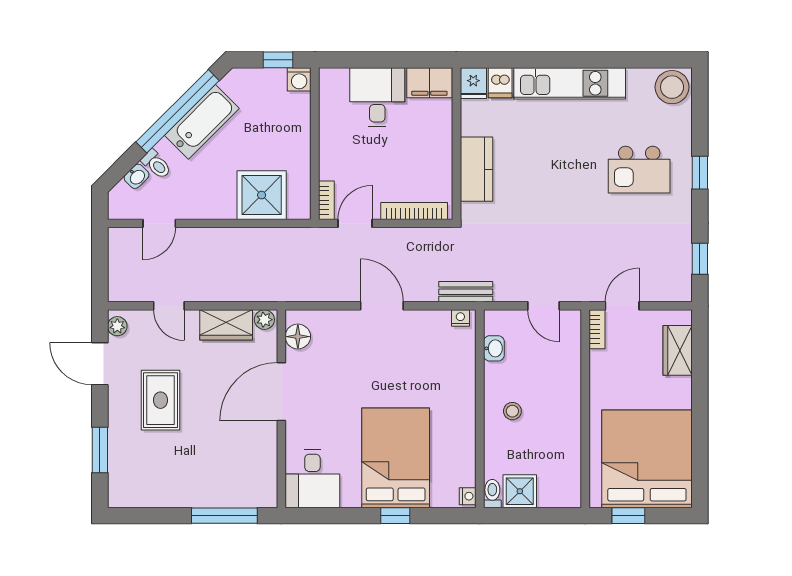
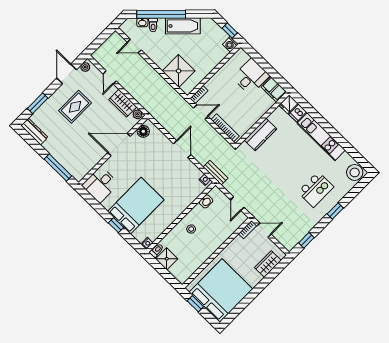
window: (178, 111) -> (161, 14), moved
kitchen island: (639, 170) -> (316, 190), turned -90
dresser: (137, 497) -> (34, 131), added

